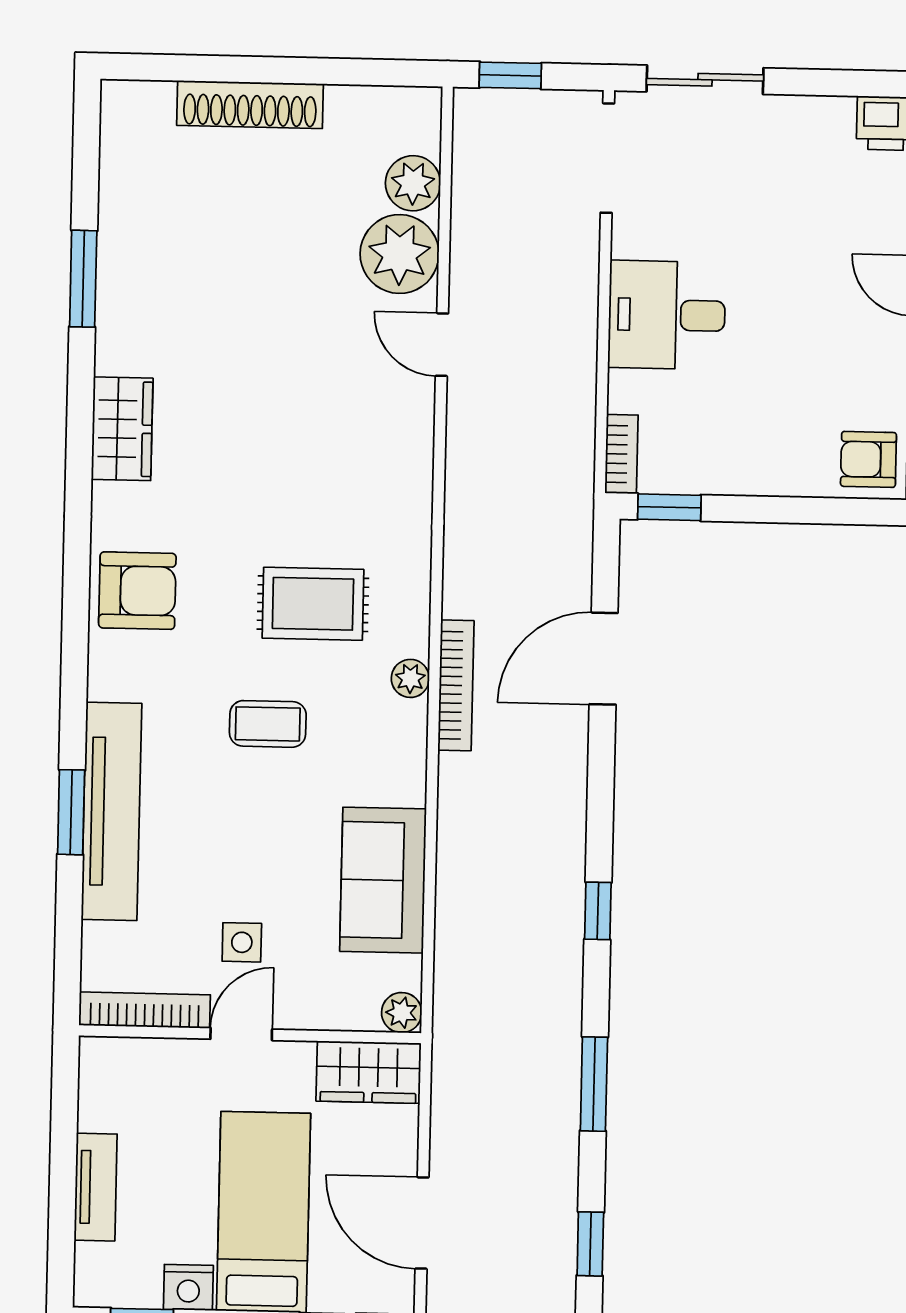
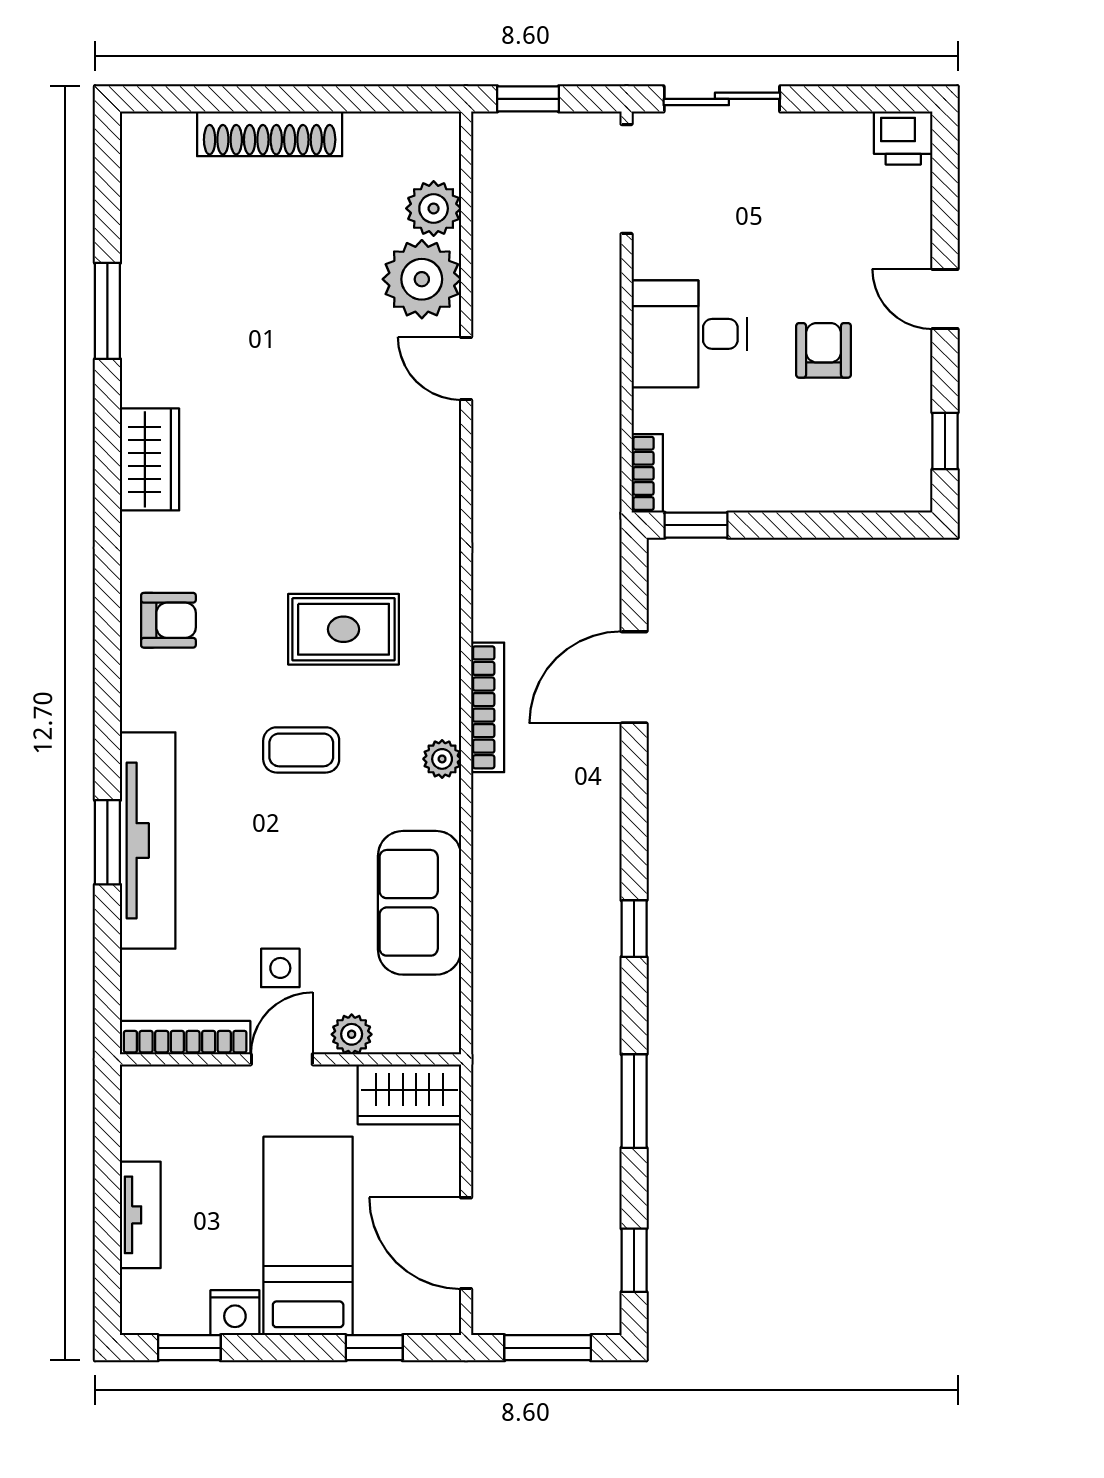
armchair: (868, 459) -> (824, 350), moved, turned 90
armchair: (137, 591) -> (168, 620), width x0.72, depth x0.72
plant: (410, 678) -> (442, 759), moved
plant: (402, 1013) -> (352, 1034), moved

